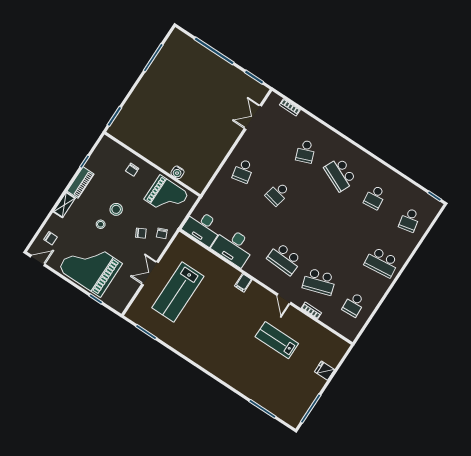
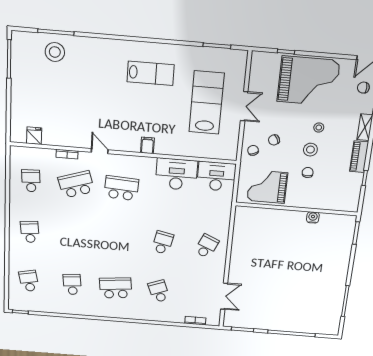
chair: (132, 170) -> (308, 172), moved
school desk: (243, 171) -> (207, 246), turned 36
water cooler: (178, 172) -> (313, 217), moved
school desk: (340, 174) -> (116, 288), turned -30
school desk: (382, 262) -> (30, 232), width x0.54
lab bench: (277, 340) -> (151, 73), moved
fridge: (325, 371) -> (34, 136), moved, turned -90
stool: (272, 395) -> (55, 52), added

